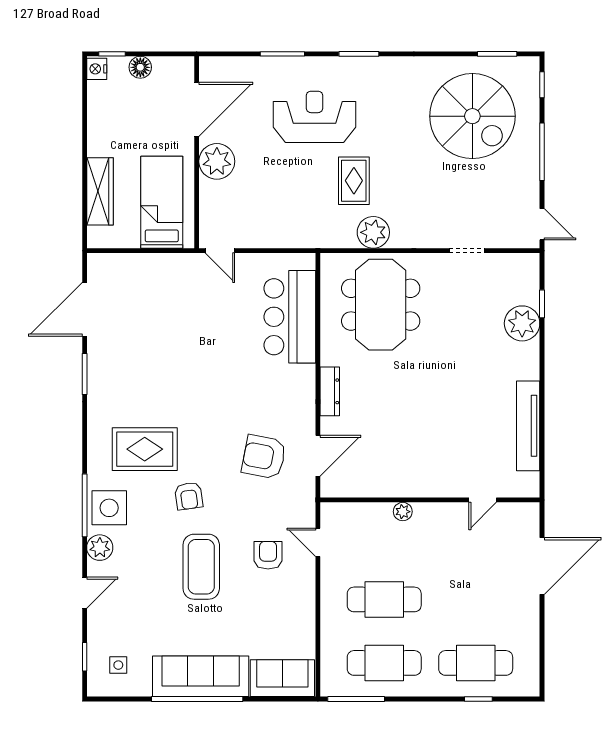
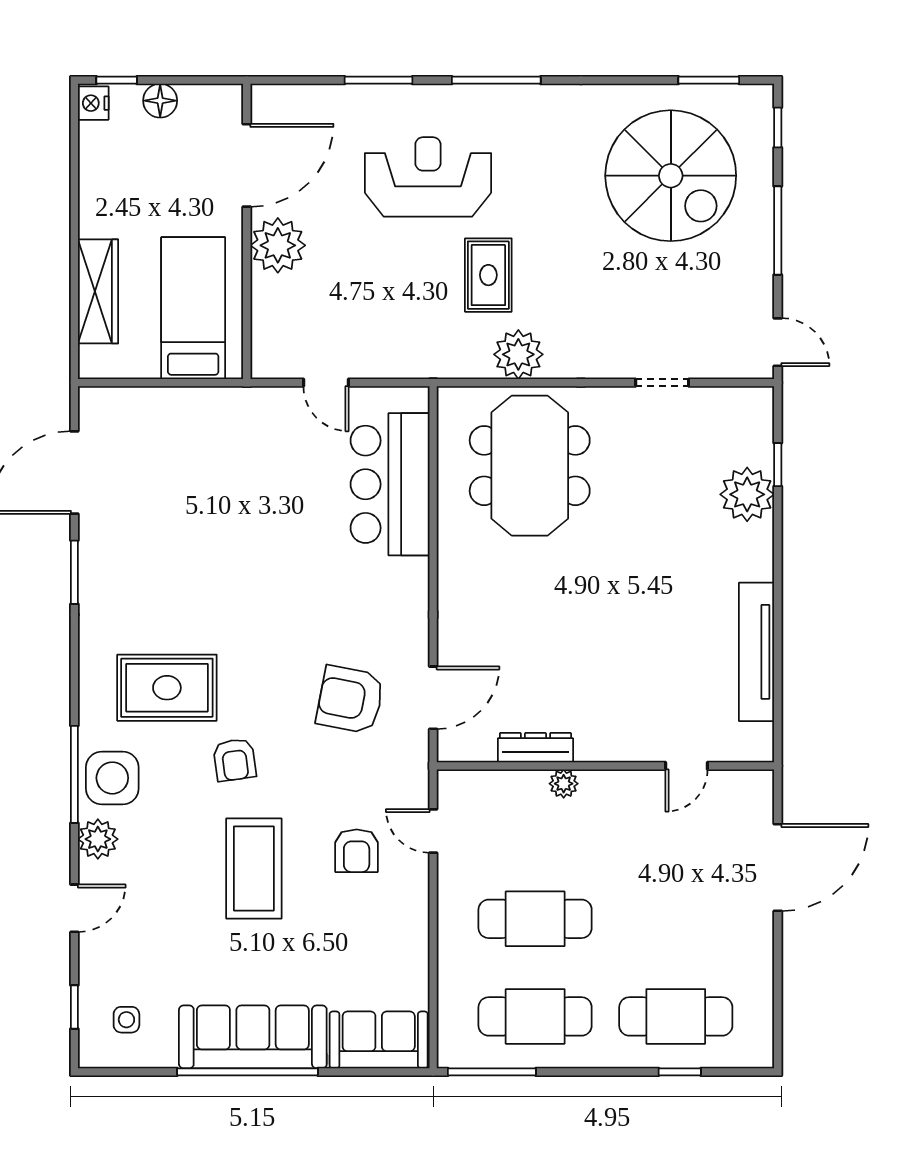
window: (359, 54) -> (496, 80), width x1.44
door: (220, 251) -> (326, 383), moved
dresser: (330, 391) -> (535, 748), moved, turned -90
armchair: (268, 555) -> (357, 851), turned 180

